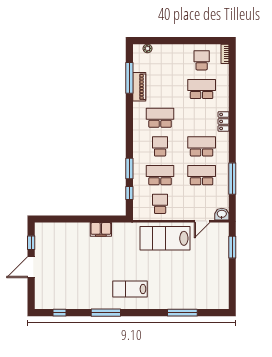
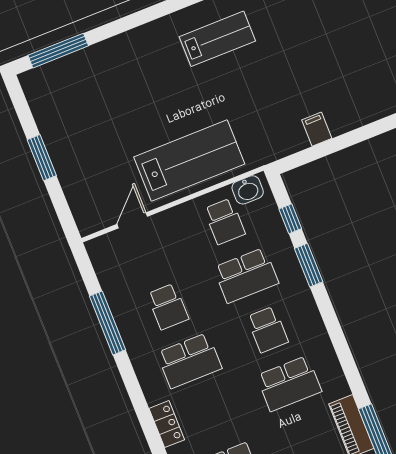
school desk: (202, 175) -> (168, 307), width x0.54
washbasin: (222, 214) -> (248, 190), moved
filing cabinet: (101, 229) -> (317, 129), width x0.50
window: (232, 247) -> (42, 158), moved
window: (182, 313) -> (58, 51), moved

